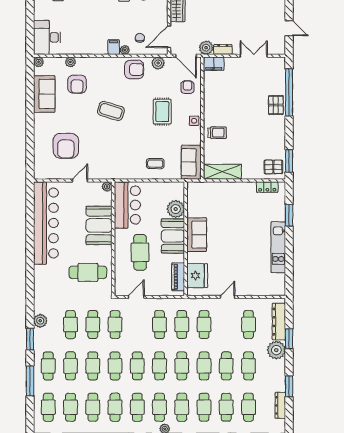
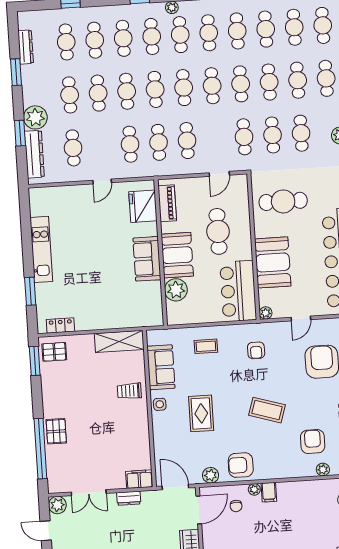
plant: (206, 48) -> (57, 505), moved
armchair: (187, 87) -> (256, 350), moved
sofa: (191, 162) -> (161, 367), moved

